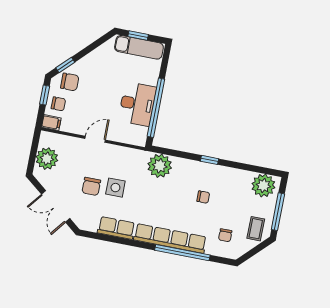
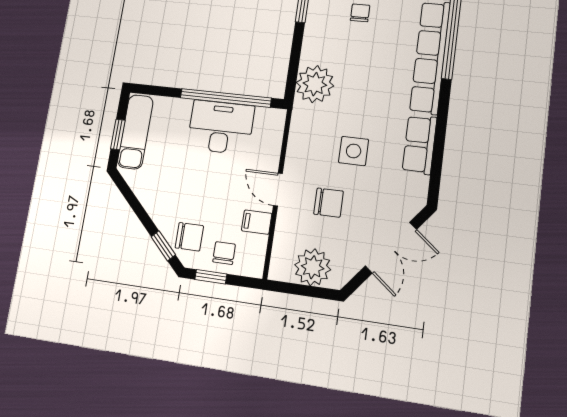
chair: (70, 82) -> (189, 237), turned 90
filing cabinet: (51, 123) -> (257, 222), moved, turned -90
chair: (91, 186) -> (329, 203), moved

